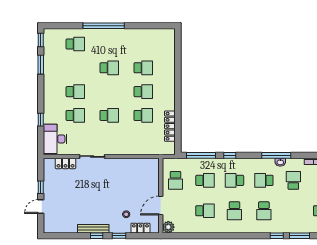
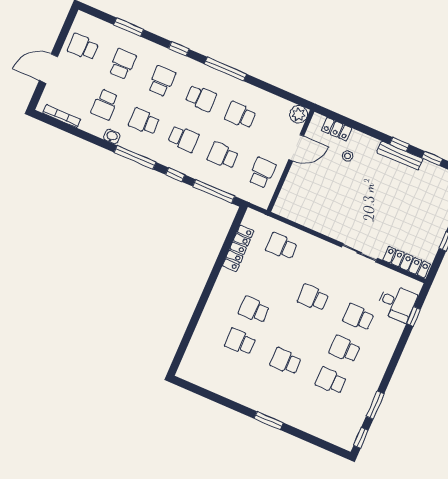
window: (104, 26) -> (269, 421), width x0.47
school desk: (75, 44) -> (331, 381), moved
school desk: (143, 115) -> (281, 246), moved
window: (41, 120) -> (414, 316), moved
desk: (55, 139) -> (397, 303), width x0.73
window: (276, 155) -> (135, 157), moved
locker: (65, 163) -> (407, 262), width x1.53
school desk: (264, 180) -> (144, 122), turned 180
school desk: (234, 211) -> (201, 98), turned 90
school desk: (293, 211) -> (122, 64), added
window: (119, 236) -> (432, 158), moved
window: (227, 236) -> (225, 69), added
window: (277, 236) -> (179, 49), moved

